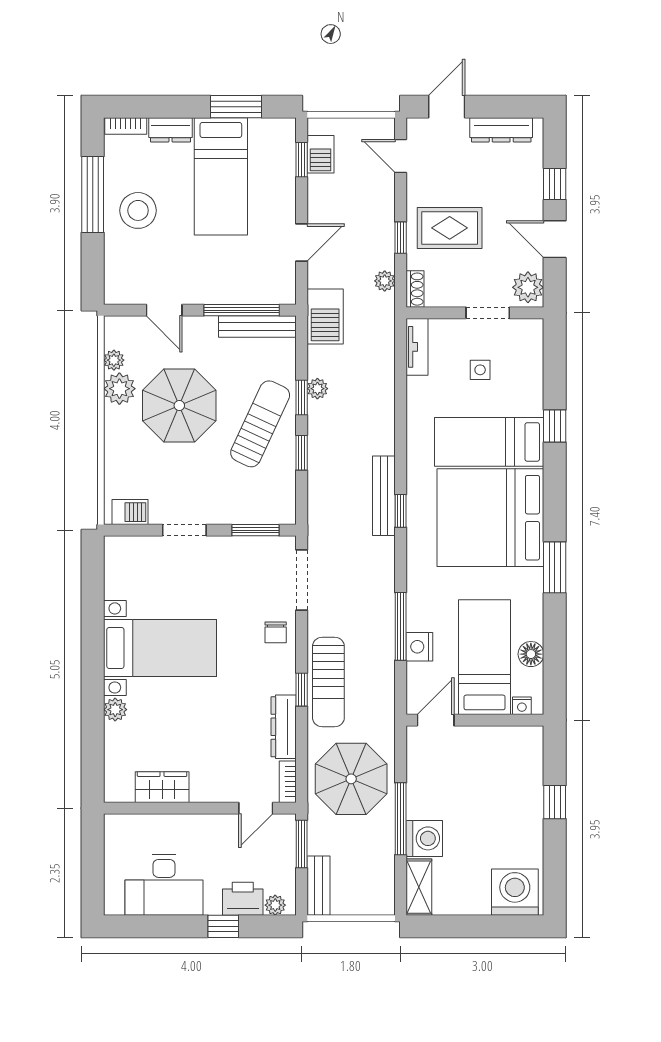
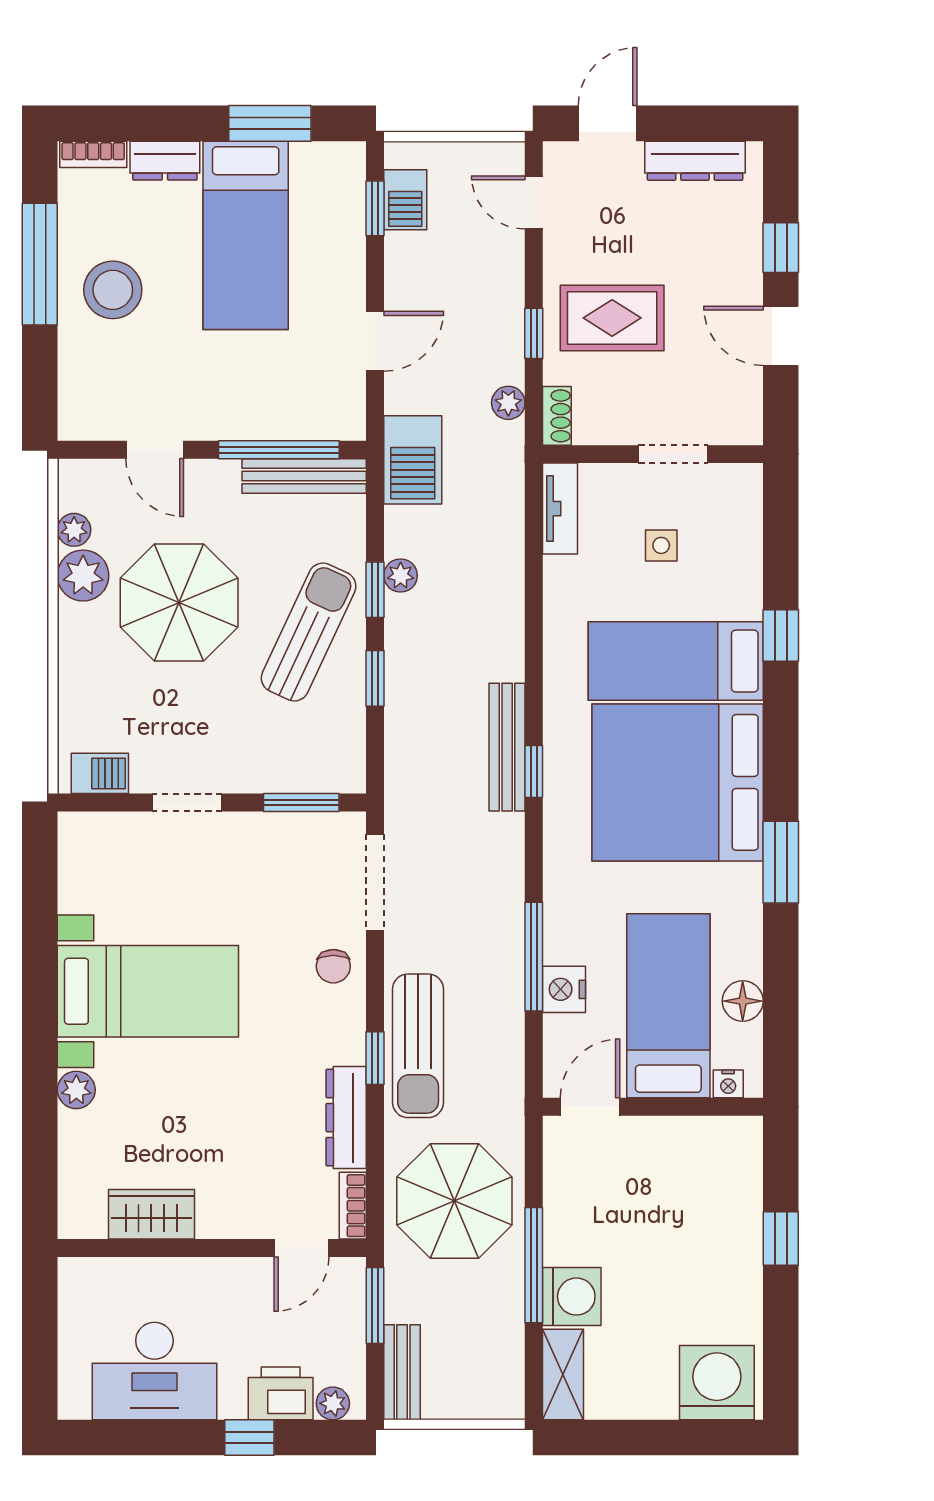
plant: (528, 287) -> (738, 413), removed

